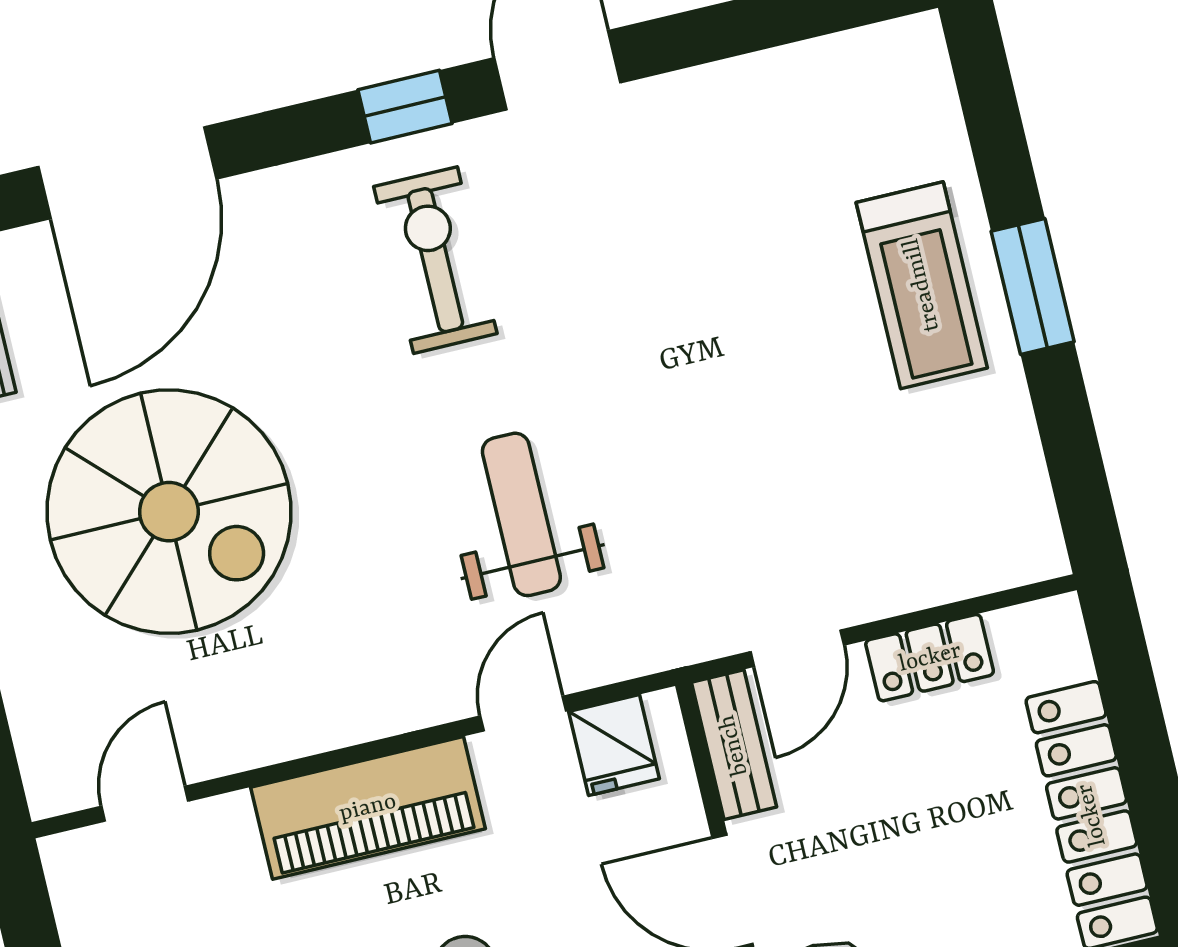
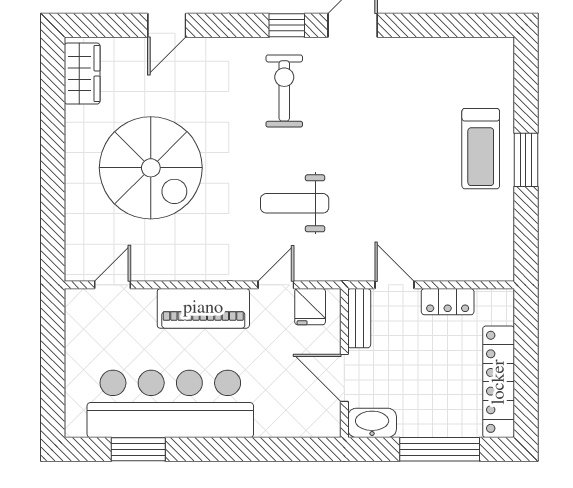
door: (127, 173) -> (167, 25), width x0.53
weight bench: (521, 514) -> (295, 203), turned -90
door: (797, 648) -> (394, 285), swing flipped

